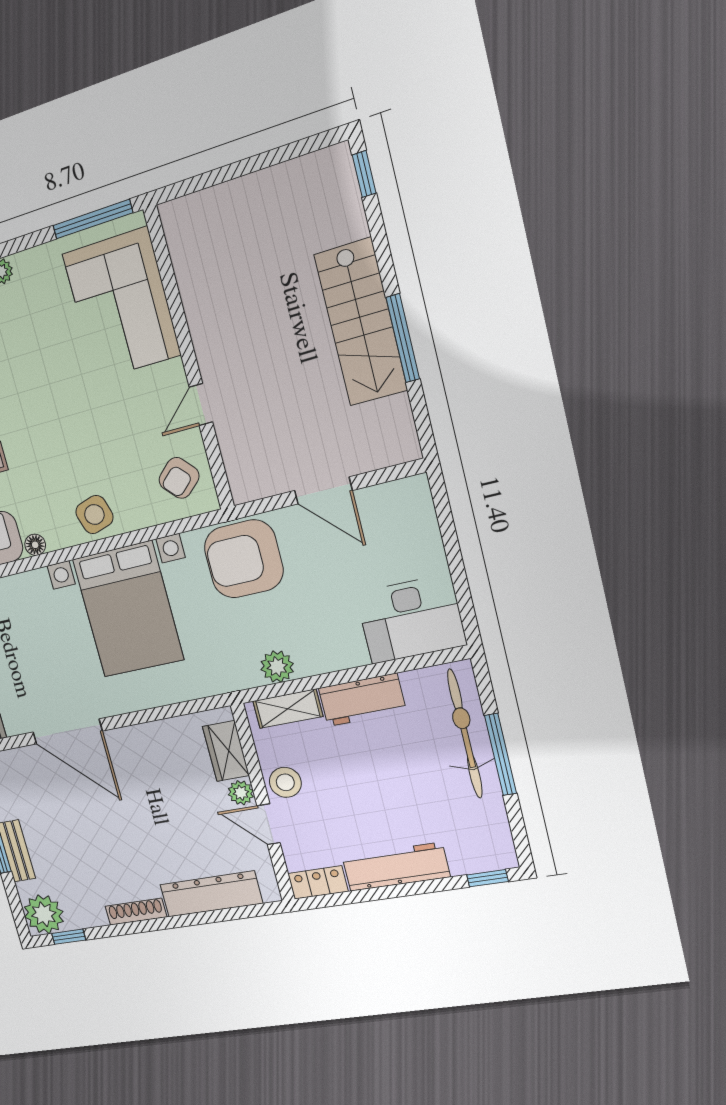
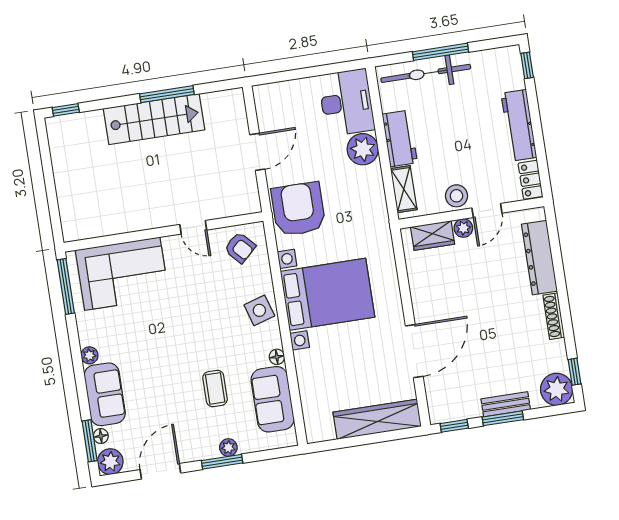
armchair: (244, 559) -> (298, 209), turned 180
plant: (277, 667) -> (363, 149), moved, width x1.36, depth x1.36

